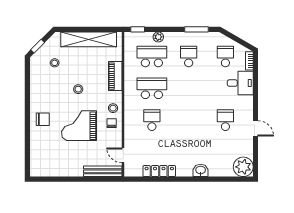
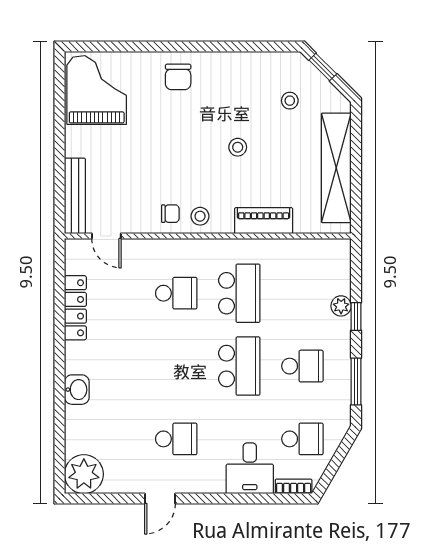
window: (138, 29) -> (356, 316), moved
school desk: (152, 56) -> (239, 366), moved
grand piano: (79, 126) -> (97, 90), moved
door: (123, 155) -> (106, 236), swing flipped

